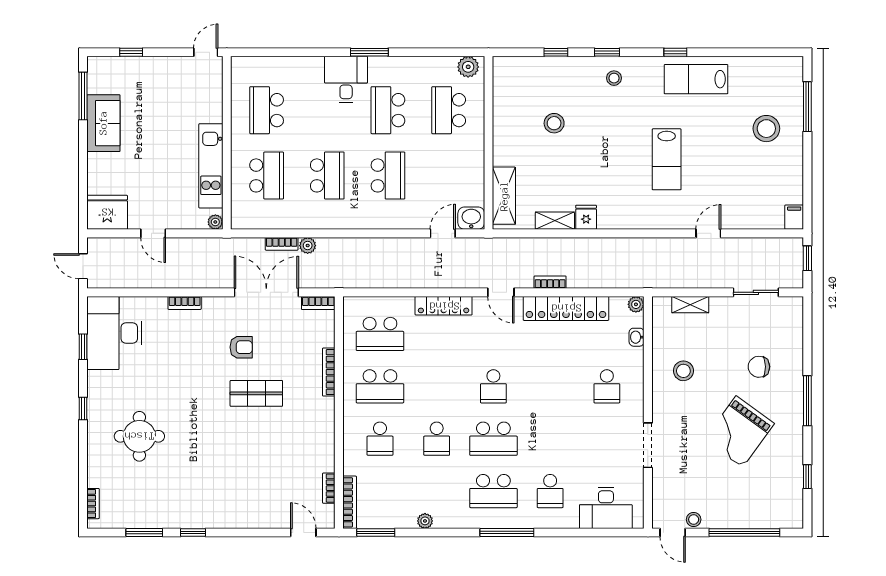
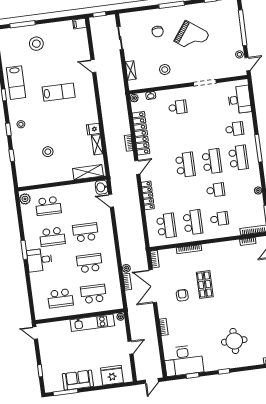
fridge: (107, 212) -> (112, 375), moved, turned 90
school desk: (493, 386) -> (185, 165), width x1.85

